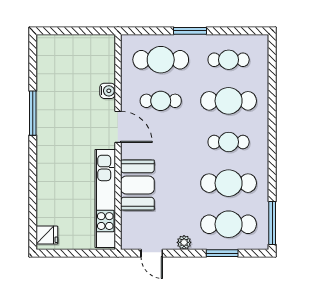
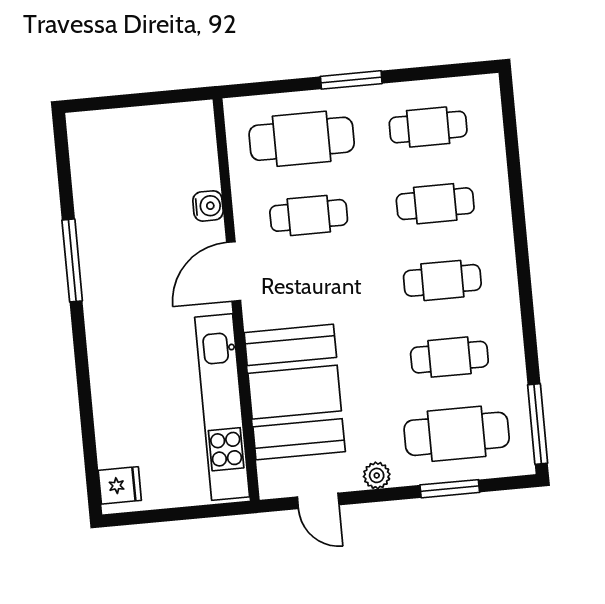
cafe table: (229, 101) -> (435, 204), width x0.73, depth x0.74
door: (118, 127) -> (234, 271), swing flipped
cafe table: (229, 183) -> (449, 357), width x0.73, depth x0.74
booth: (137, 185) -> (295, 392), width x1.36, depth x1.42

